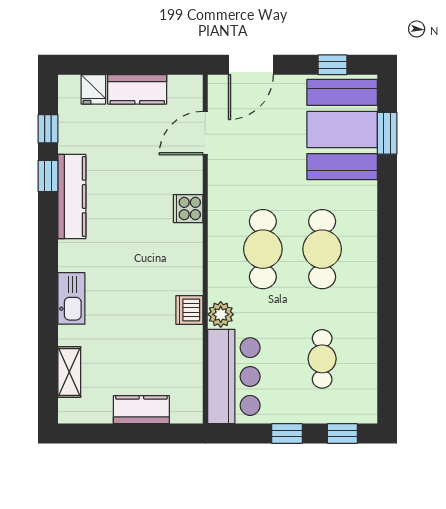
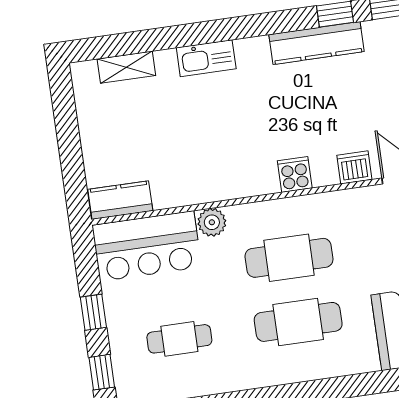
cooker: (188, 209) -> (295, 174), moved
dishwasher: (189, 310) -> (354, 167), moved
kitchen counter: (141, 410) -> (120, 200), moved, turned -90

